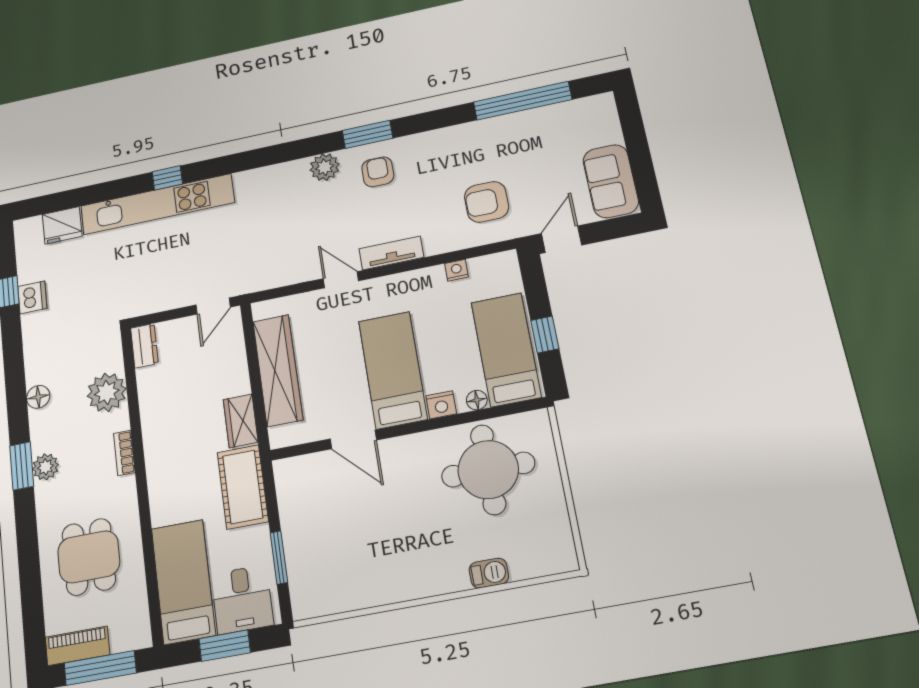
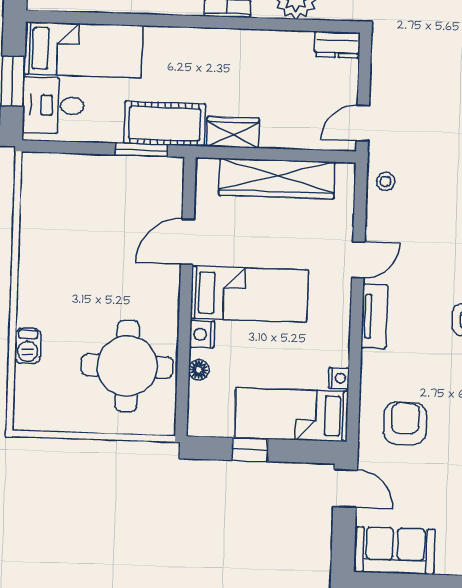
stool: (264, 273) -> (386, 182), added
door: (213, 306) -> (363, 123), hinge flipped
bed: (506, 349) -> (291, 415), moved, turned 180
window: (279, 558) -> (141, 150), moved

